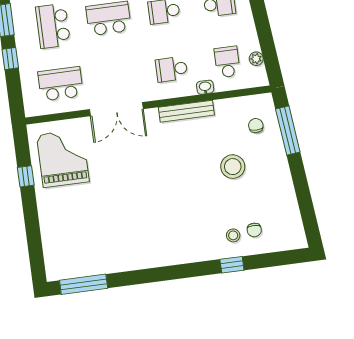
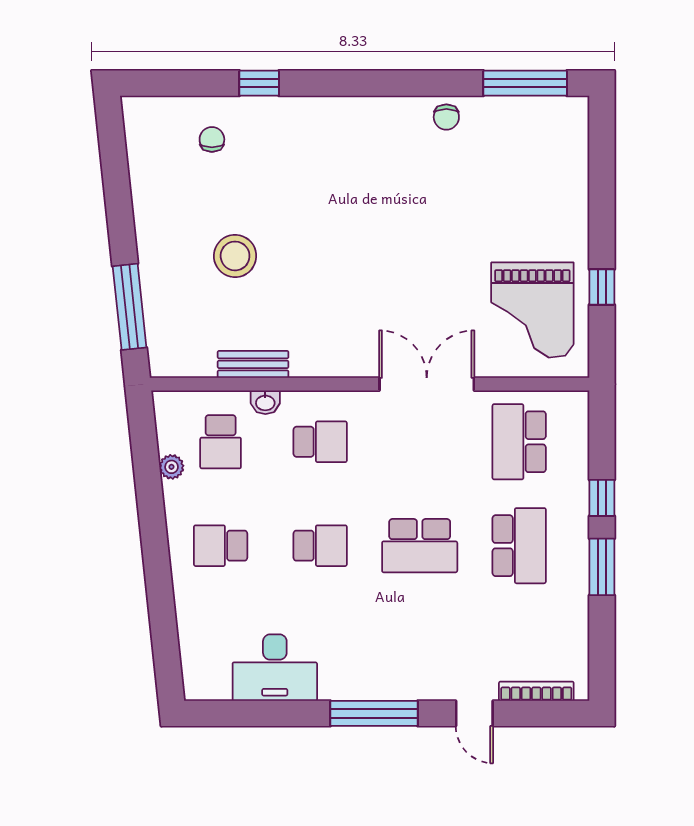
plant: (256, 59) -> (172, 467), moved
school desk: (61, 84) -> (519, 442), turned 90
bench: (186, 111) -> (253, 364), moved, width x0.73
chair: (256, 126) -> (446, 117), moved
stool: (233, 235) -> (250, 135), removed

